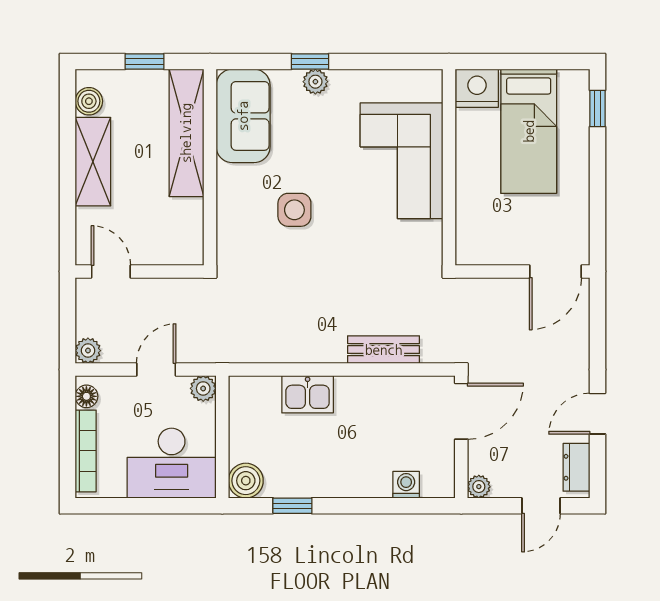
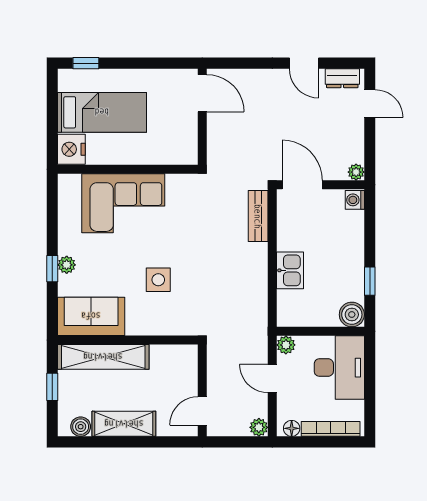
door: (461, 411) -> (302, 185), moved
wall: (461, 437) -> (320, 185), moved
plant: (479, 487) -> (356, 172), moved

